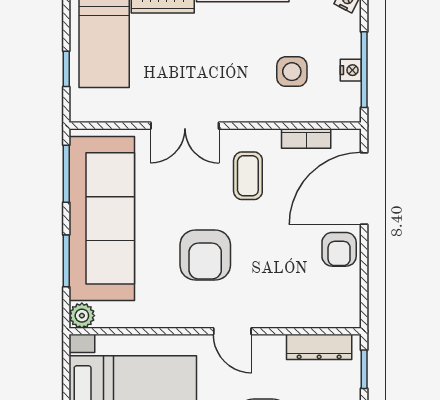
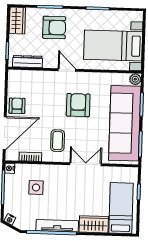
nightstand: (351, 70) -> (10, 168), moved

